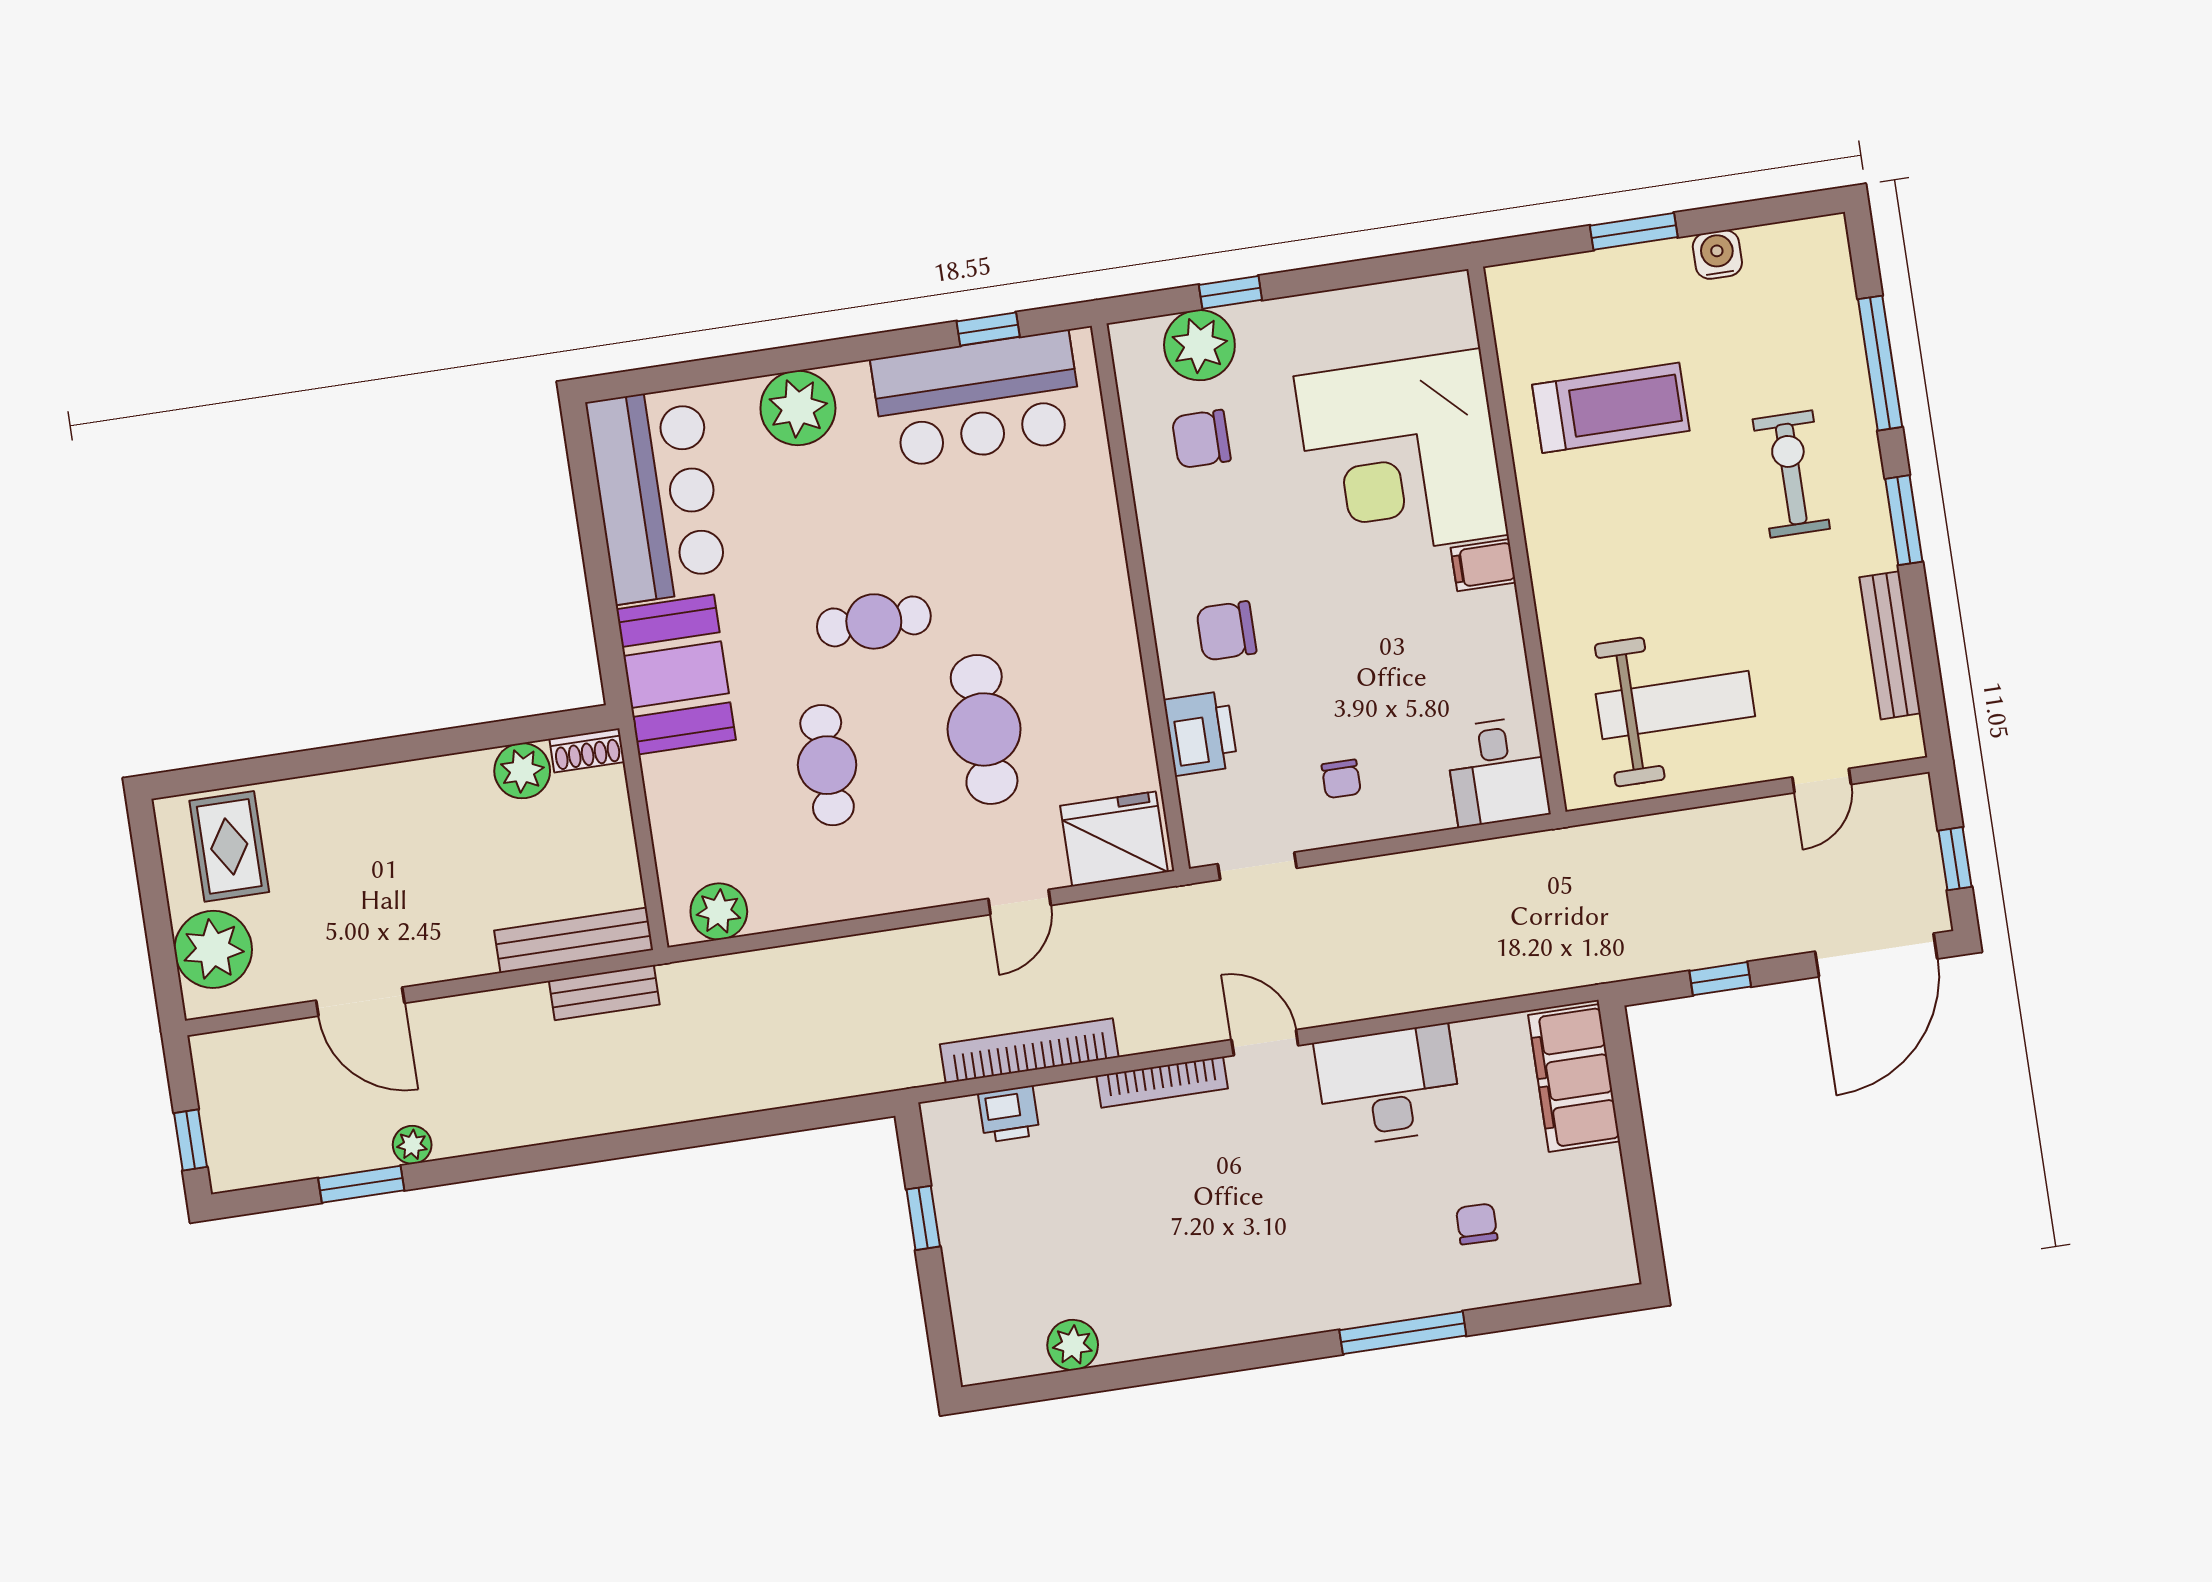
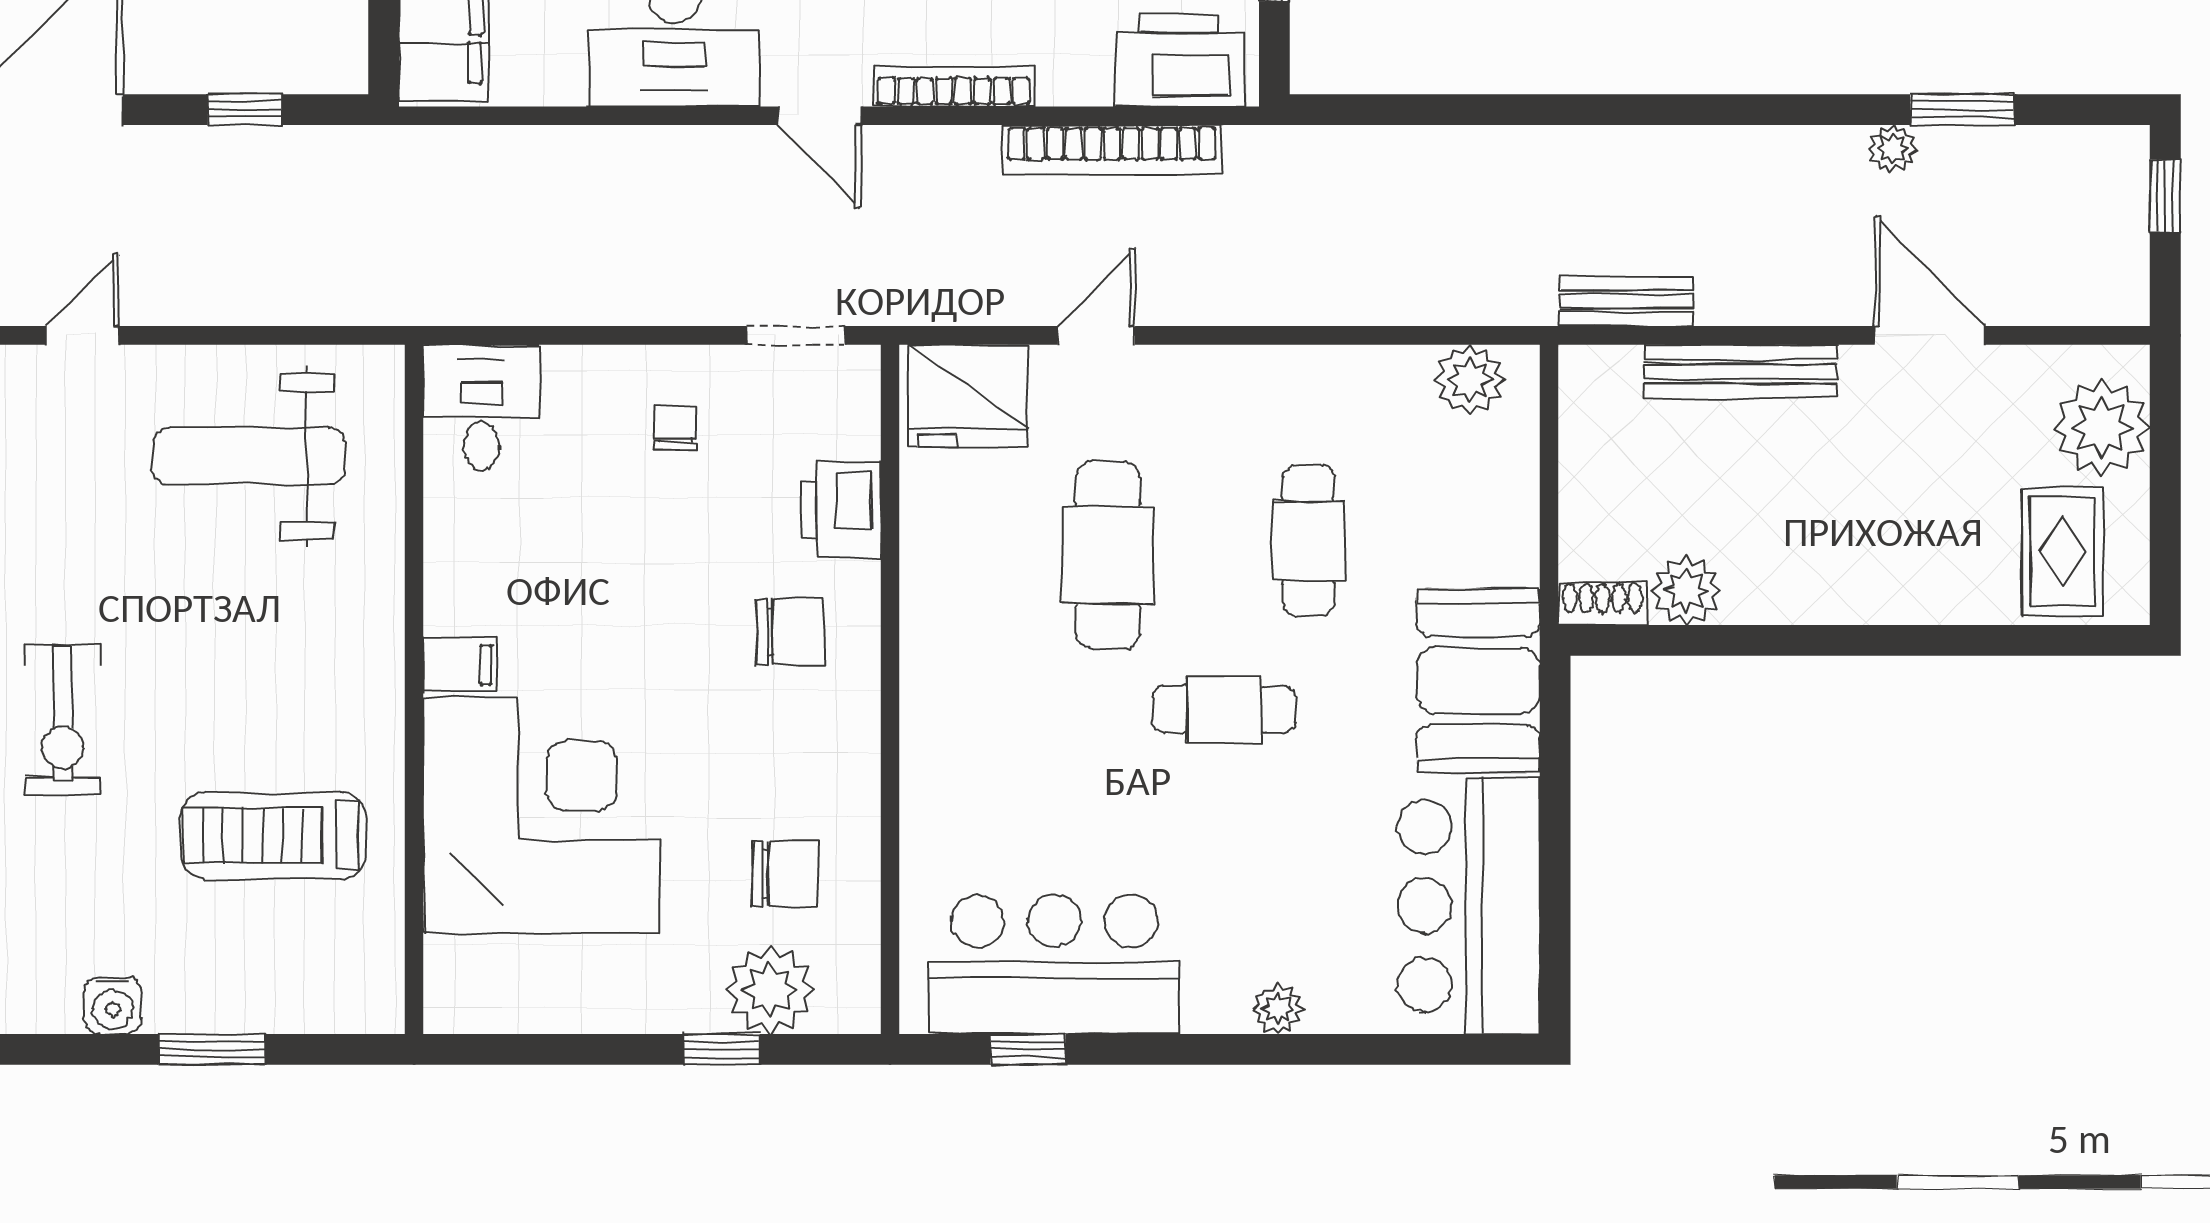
plant: (798, 408) -> (1278, 1009), width x0.53, depth x0.53
bench: (574, 940) -> (1741, 372), moved
printer: (1009, 1114) -> (1179, 60), width x1.87, depth x1.48

